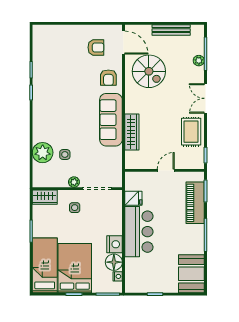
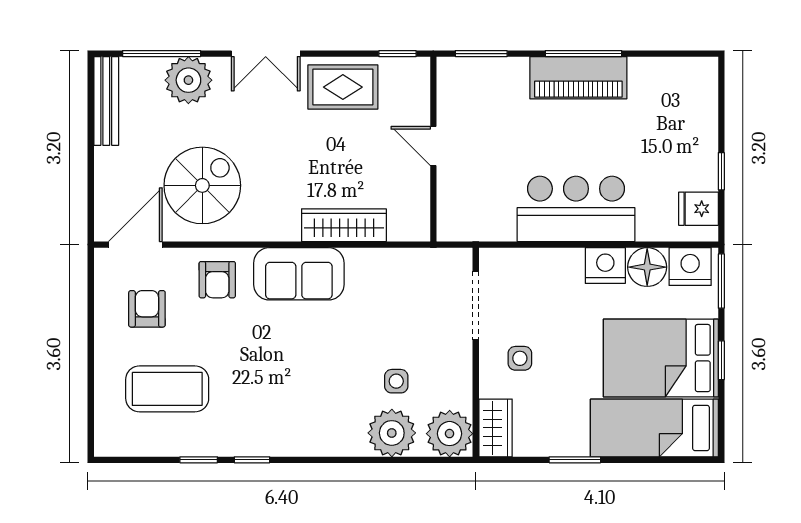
bench: (171, 30) -> (106, 101), moved
coffee table: (62, 56) -> (167, 389), added
plant: (199, 61) -> (188, 80), width x1.88, depth x1.88
armchair: (108, 78) -> (217, 280), turned 90
sofa: (111, 120) -> (299, 274), width x0.73
plant: (74, 182) -> (450, 434), moved, width x1.88, depth x1.88
fridge: (133, 198) -> (698, 209), moved, turned -90
piano: (195, 203) -> (578, 78), moved
booth: (191, 274) -> (674, 86), removed
nightstand: (118, 276) -> (690, 267), width x1.89, depth x1.79

